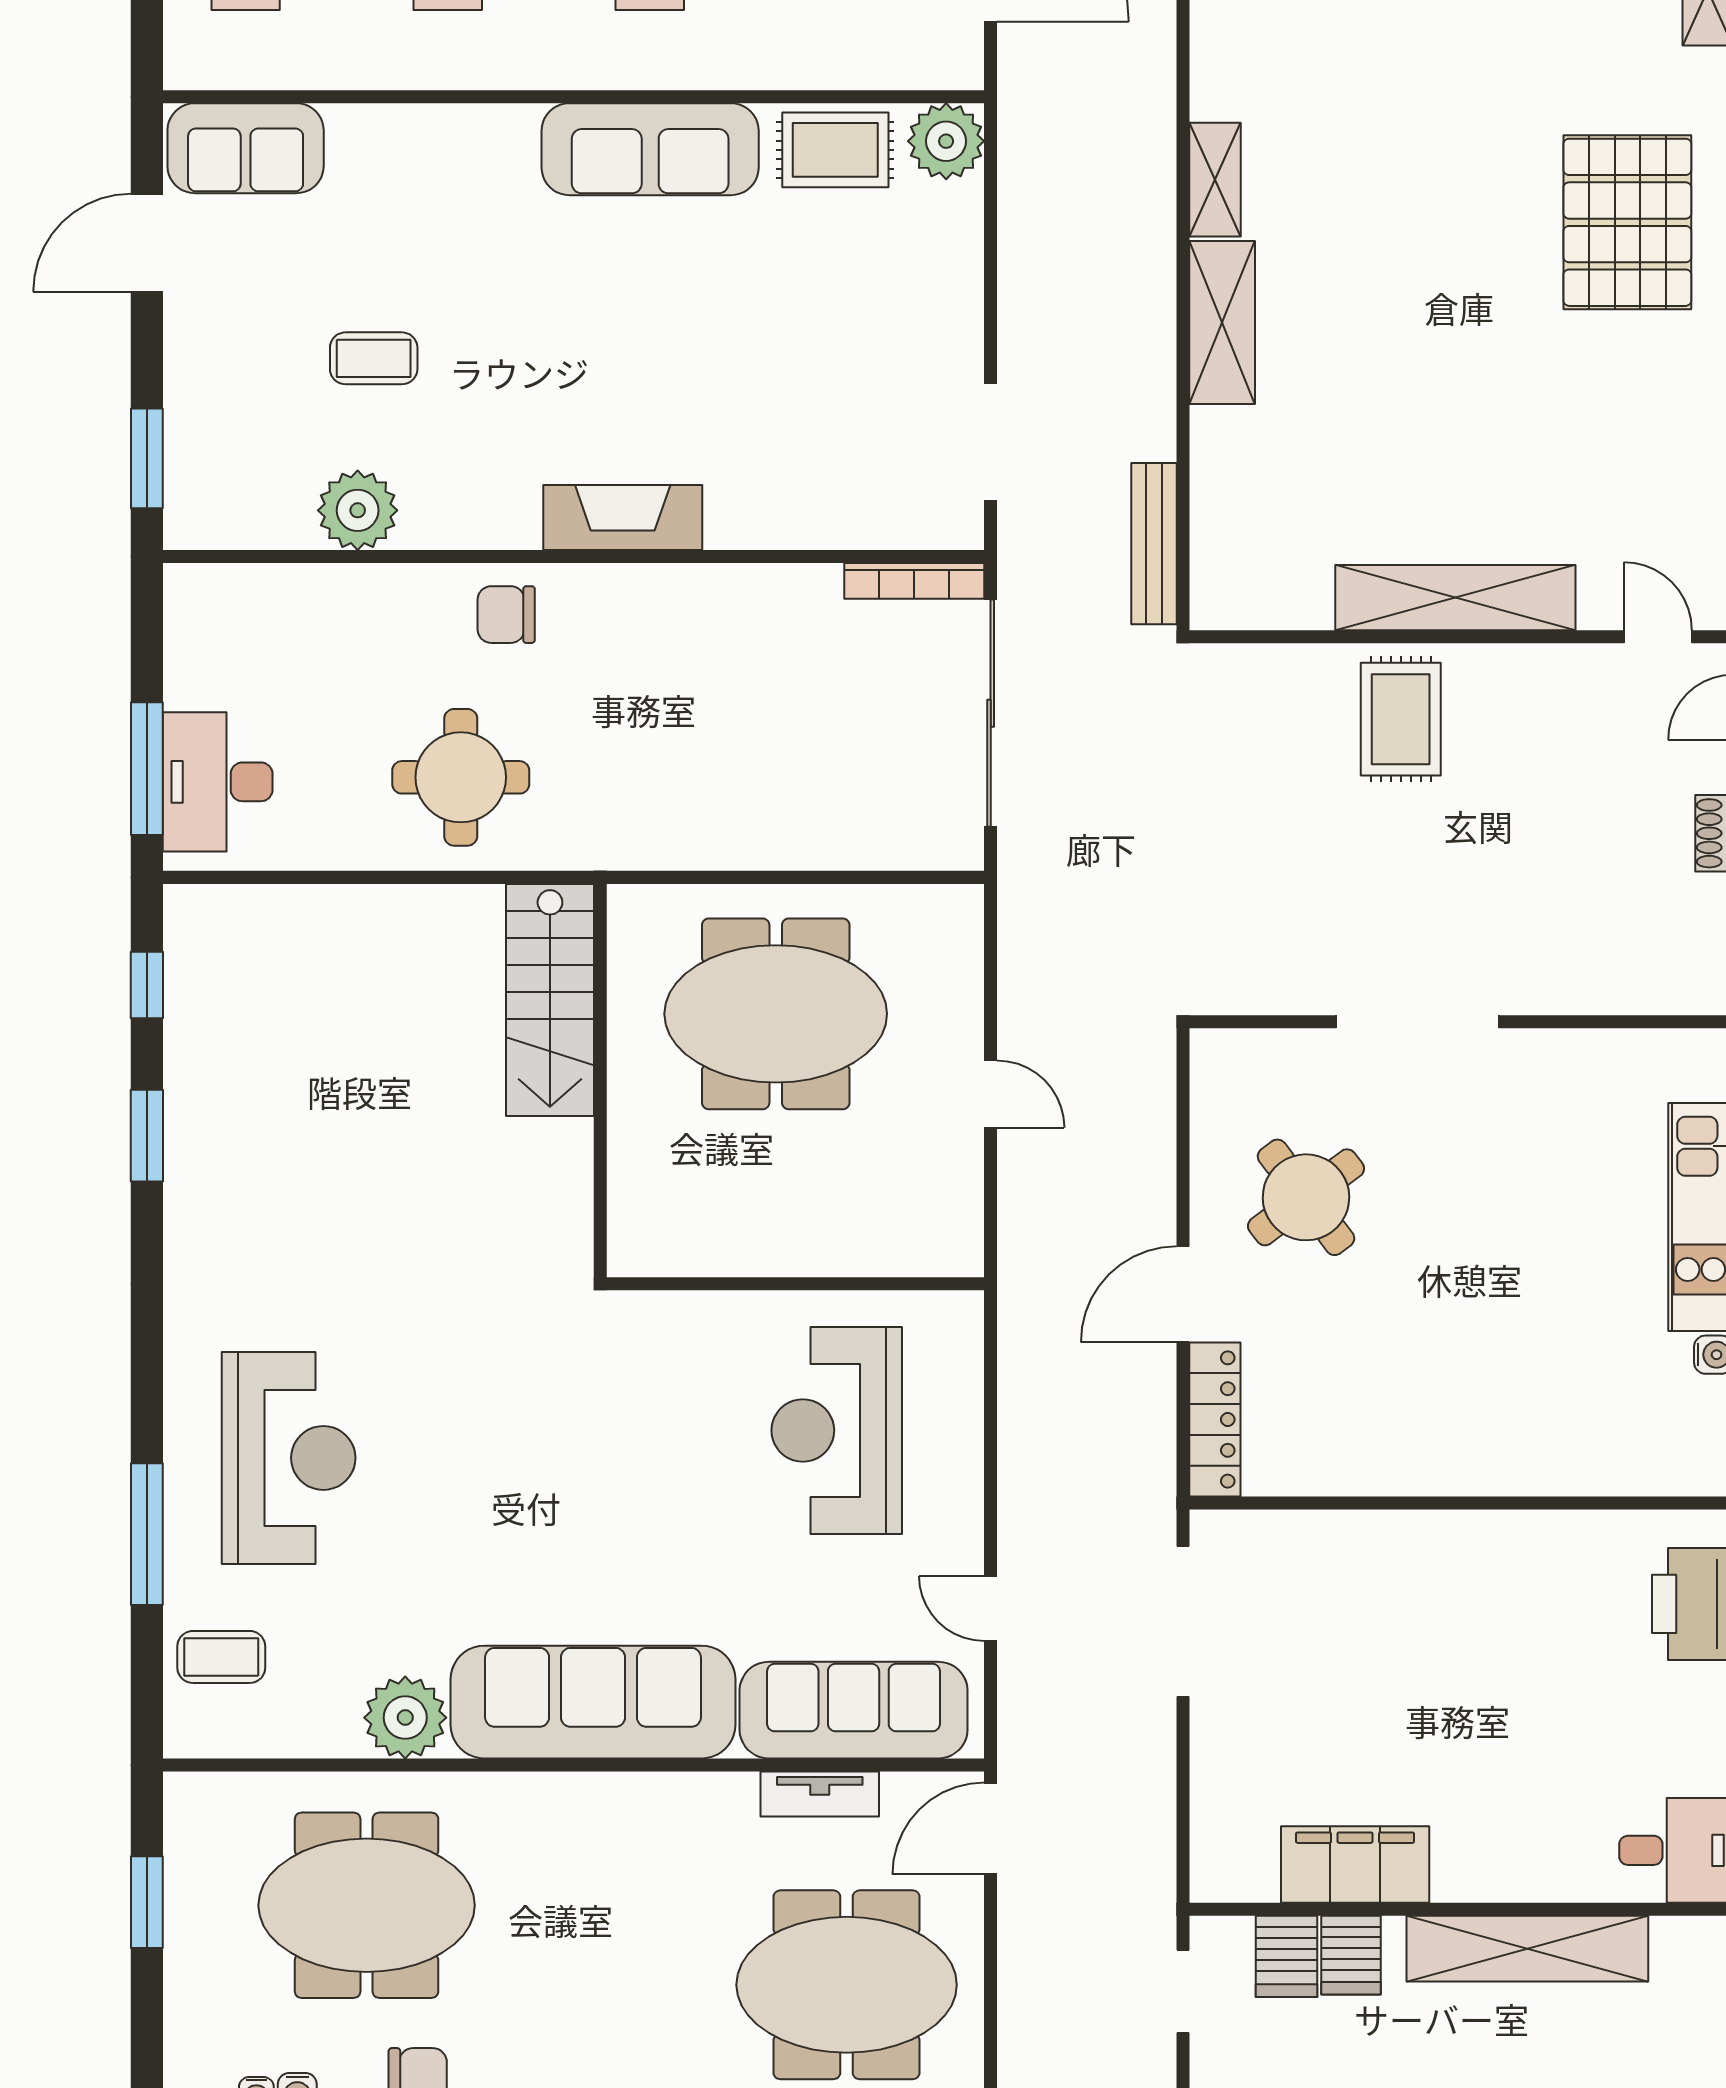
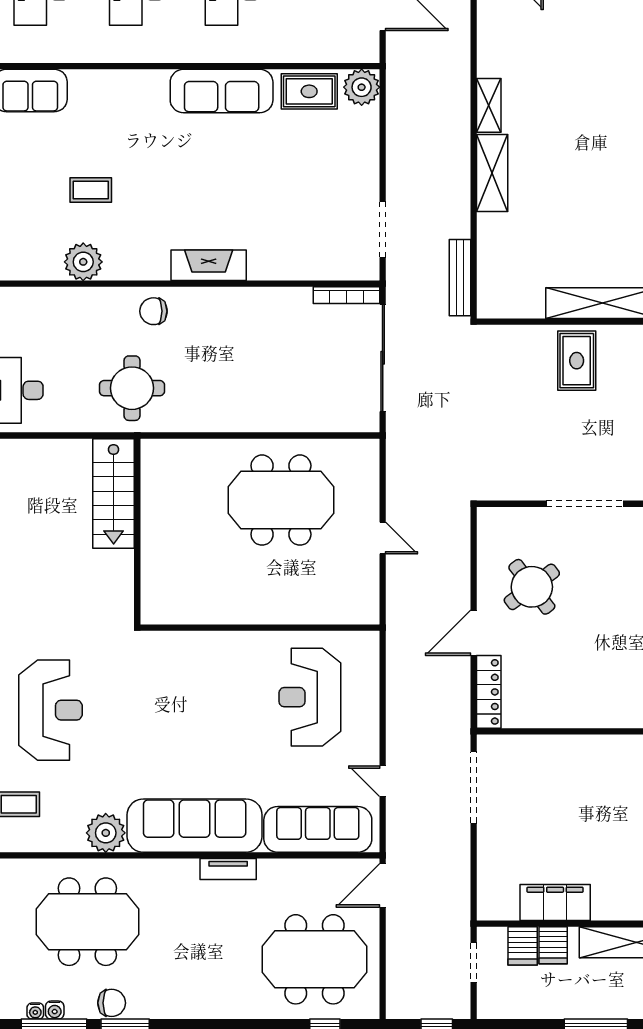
stairs: (550, 1000) -> (114, 493), moved
wall: (600, 1081) -> (137, 532), moved
tv unit: (820, 1794) -> (228, 869), moved

